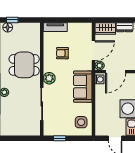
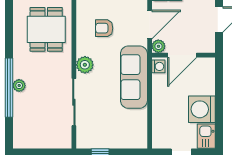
dining table: (24, 65) -> (46, 29), moved, turned 90
sofa: (83, 87) -> (134, 77), width x1.36
side table: (81, 122) -> (131, 129), removed

